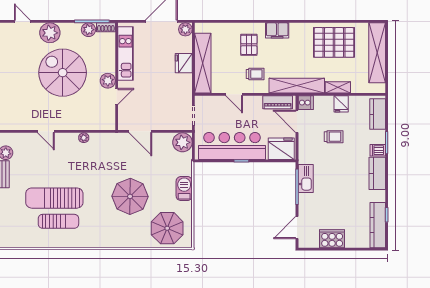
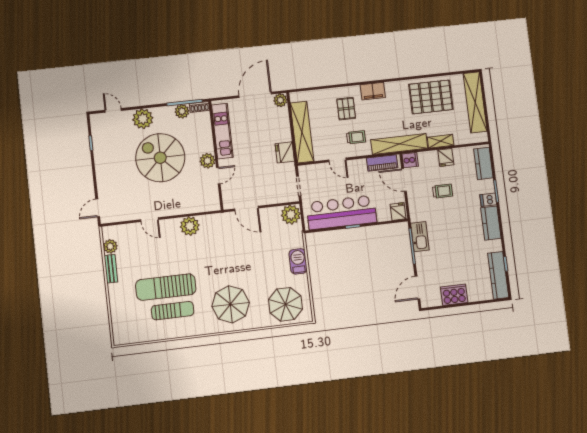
fridge: (184, 63) -> (285, 152), moved
plant: (84, 138) -> (190, 226), width x1.88, depth x1.88
fridge: (281, 149) -> (398, 211), width x0.53, depth x0.75
parasol: (130, 196) -> (231, 304), moved

